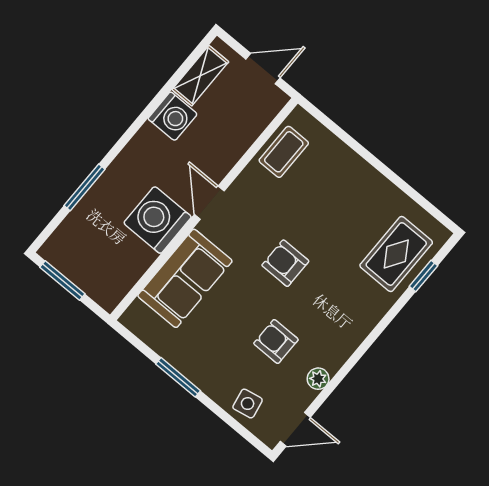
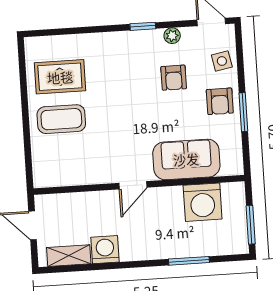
coffee table: (284, 152) -> (61, 119), moved, width x1.36, depth x1.30
washing machine: (158, 220) -> (203, 202), moved
rug: (396, 254) -> (60, 77), moved
armchair: (285, 263) -> (220, 101), moved
window: (423, 276) -> (143, 26), moved

